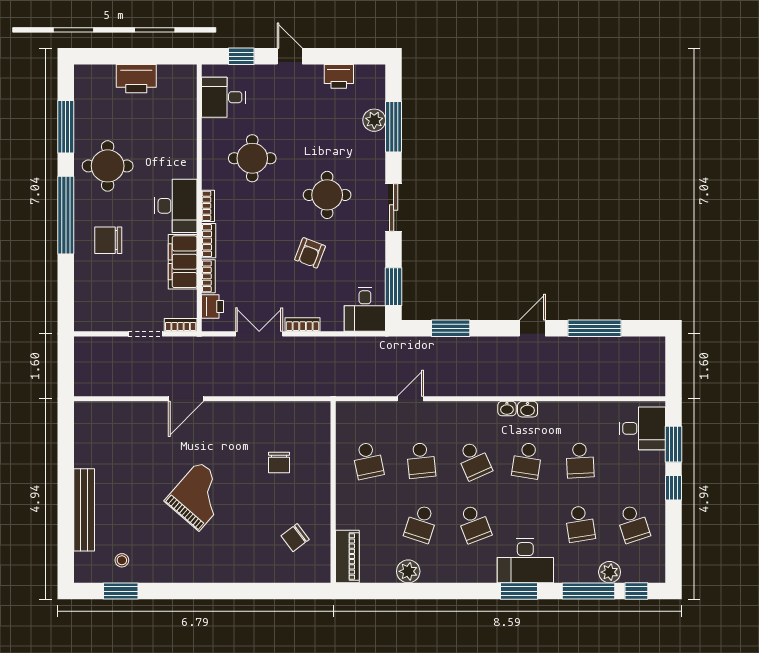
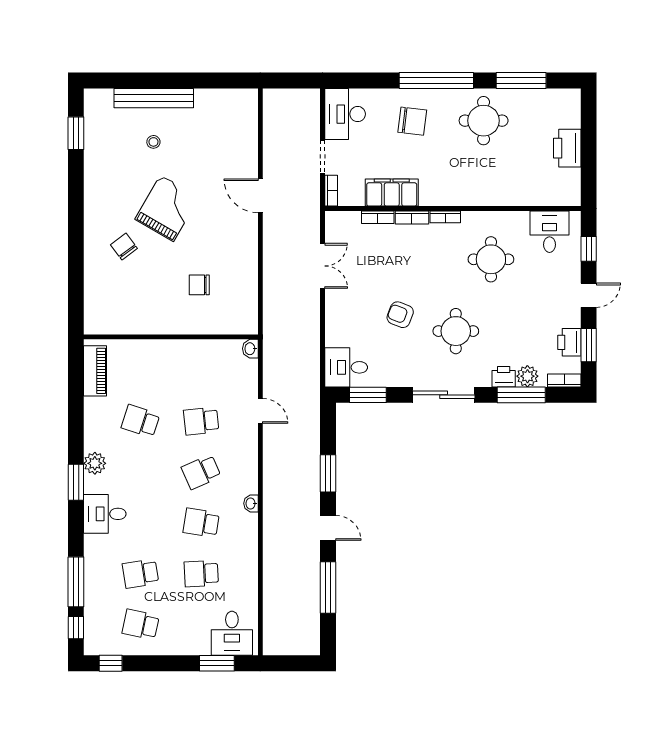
window: (342, 56) -> (589, 345), added
desk: (176, 206) -> (345, 114), moved, turned 90
sliding door: (394, 208) -> (444, 395), width x1.37
chair: (108, 240) -> (412, 121), turned 97
printer: (213, 307) -> (504, 377), moved, turned 180
bookcase: (303, 324) -> (564, 380), moved, turned -90
window: (451, 328) -> (328, 473), moved
washbasin: (528, 409) -> (250, 349), moved
school desk: (368, 460) -> (201, 370), removed
window: (674, 488) -> (111, 663), moved
grand piano: (199, 496) -> (167, 208), turned -101
school desk: (474, 524) -> (141, 472), removed
school desk: (633, 524) -> (141, 624), turned 30
chair: (295, 538) -> (124, 247), moved
piano: (347, 556) -> (95, 371), moved, turned -90
stool: (122, 560) -> (153, 142), moved
desk: (525, 561) -> (105, 514), width x0.73
plant: (408, 571) -> (95, 463), moved
plant: (610, 572) -> (94, 602), removed
window: (519, 591) -> (76, 482), moved

